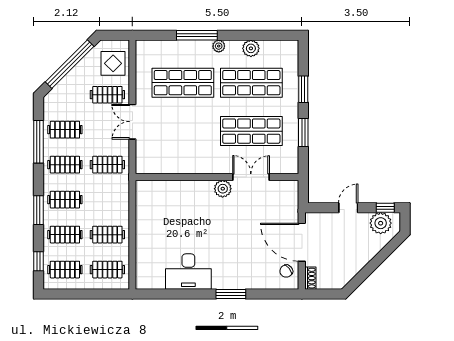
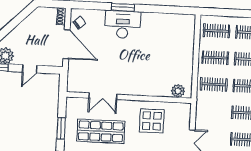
display table: (186, 148) -> (152, 121), added
clothes rail: (107, 165) -> (214, 84), moved
plant: (223, 189) -> (178, 91), moved
desk: (188, 272) -> (123, 25), moved

